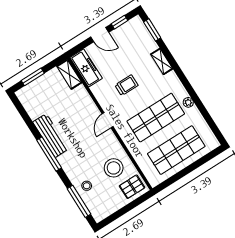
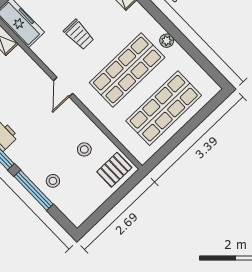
trolley: (126, 85) -> (79, 35), turned 90
stool: (114, 168) -> (84, 149), width x0.53, depth x0.53
window: (79, 201) -> (34, 190), moved

